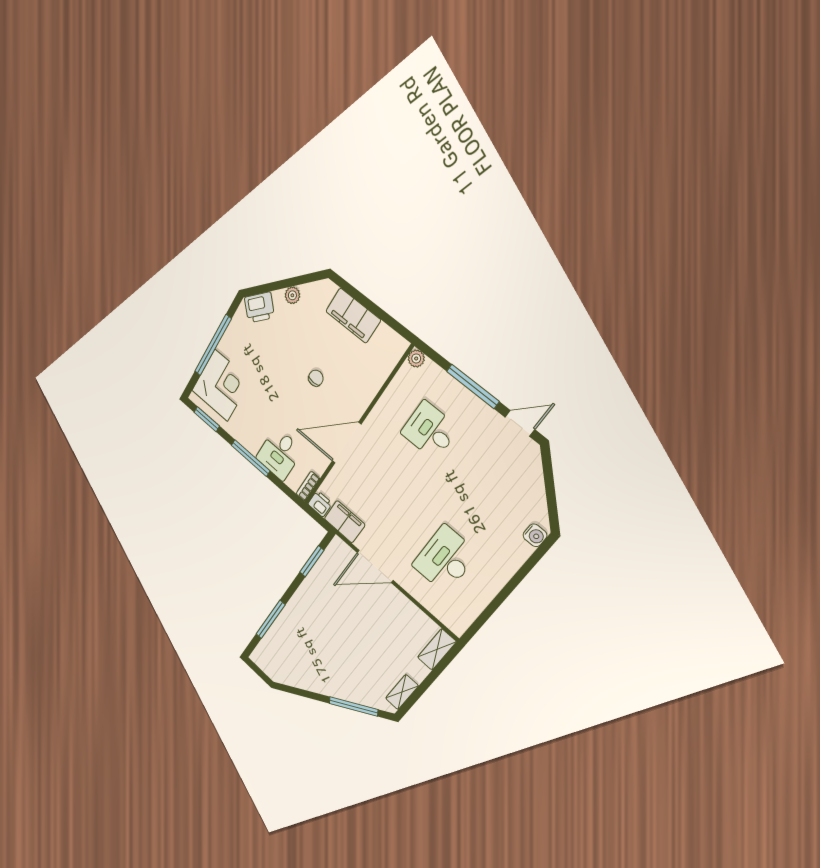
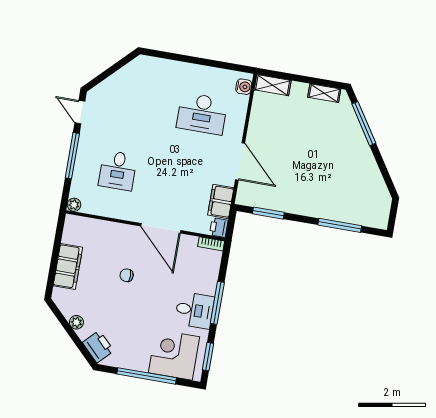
desk: (279, 454) -> (195, 310), moved
water cooler: (535, 535) -> (244, 87), moved, turned 90

